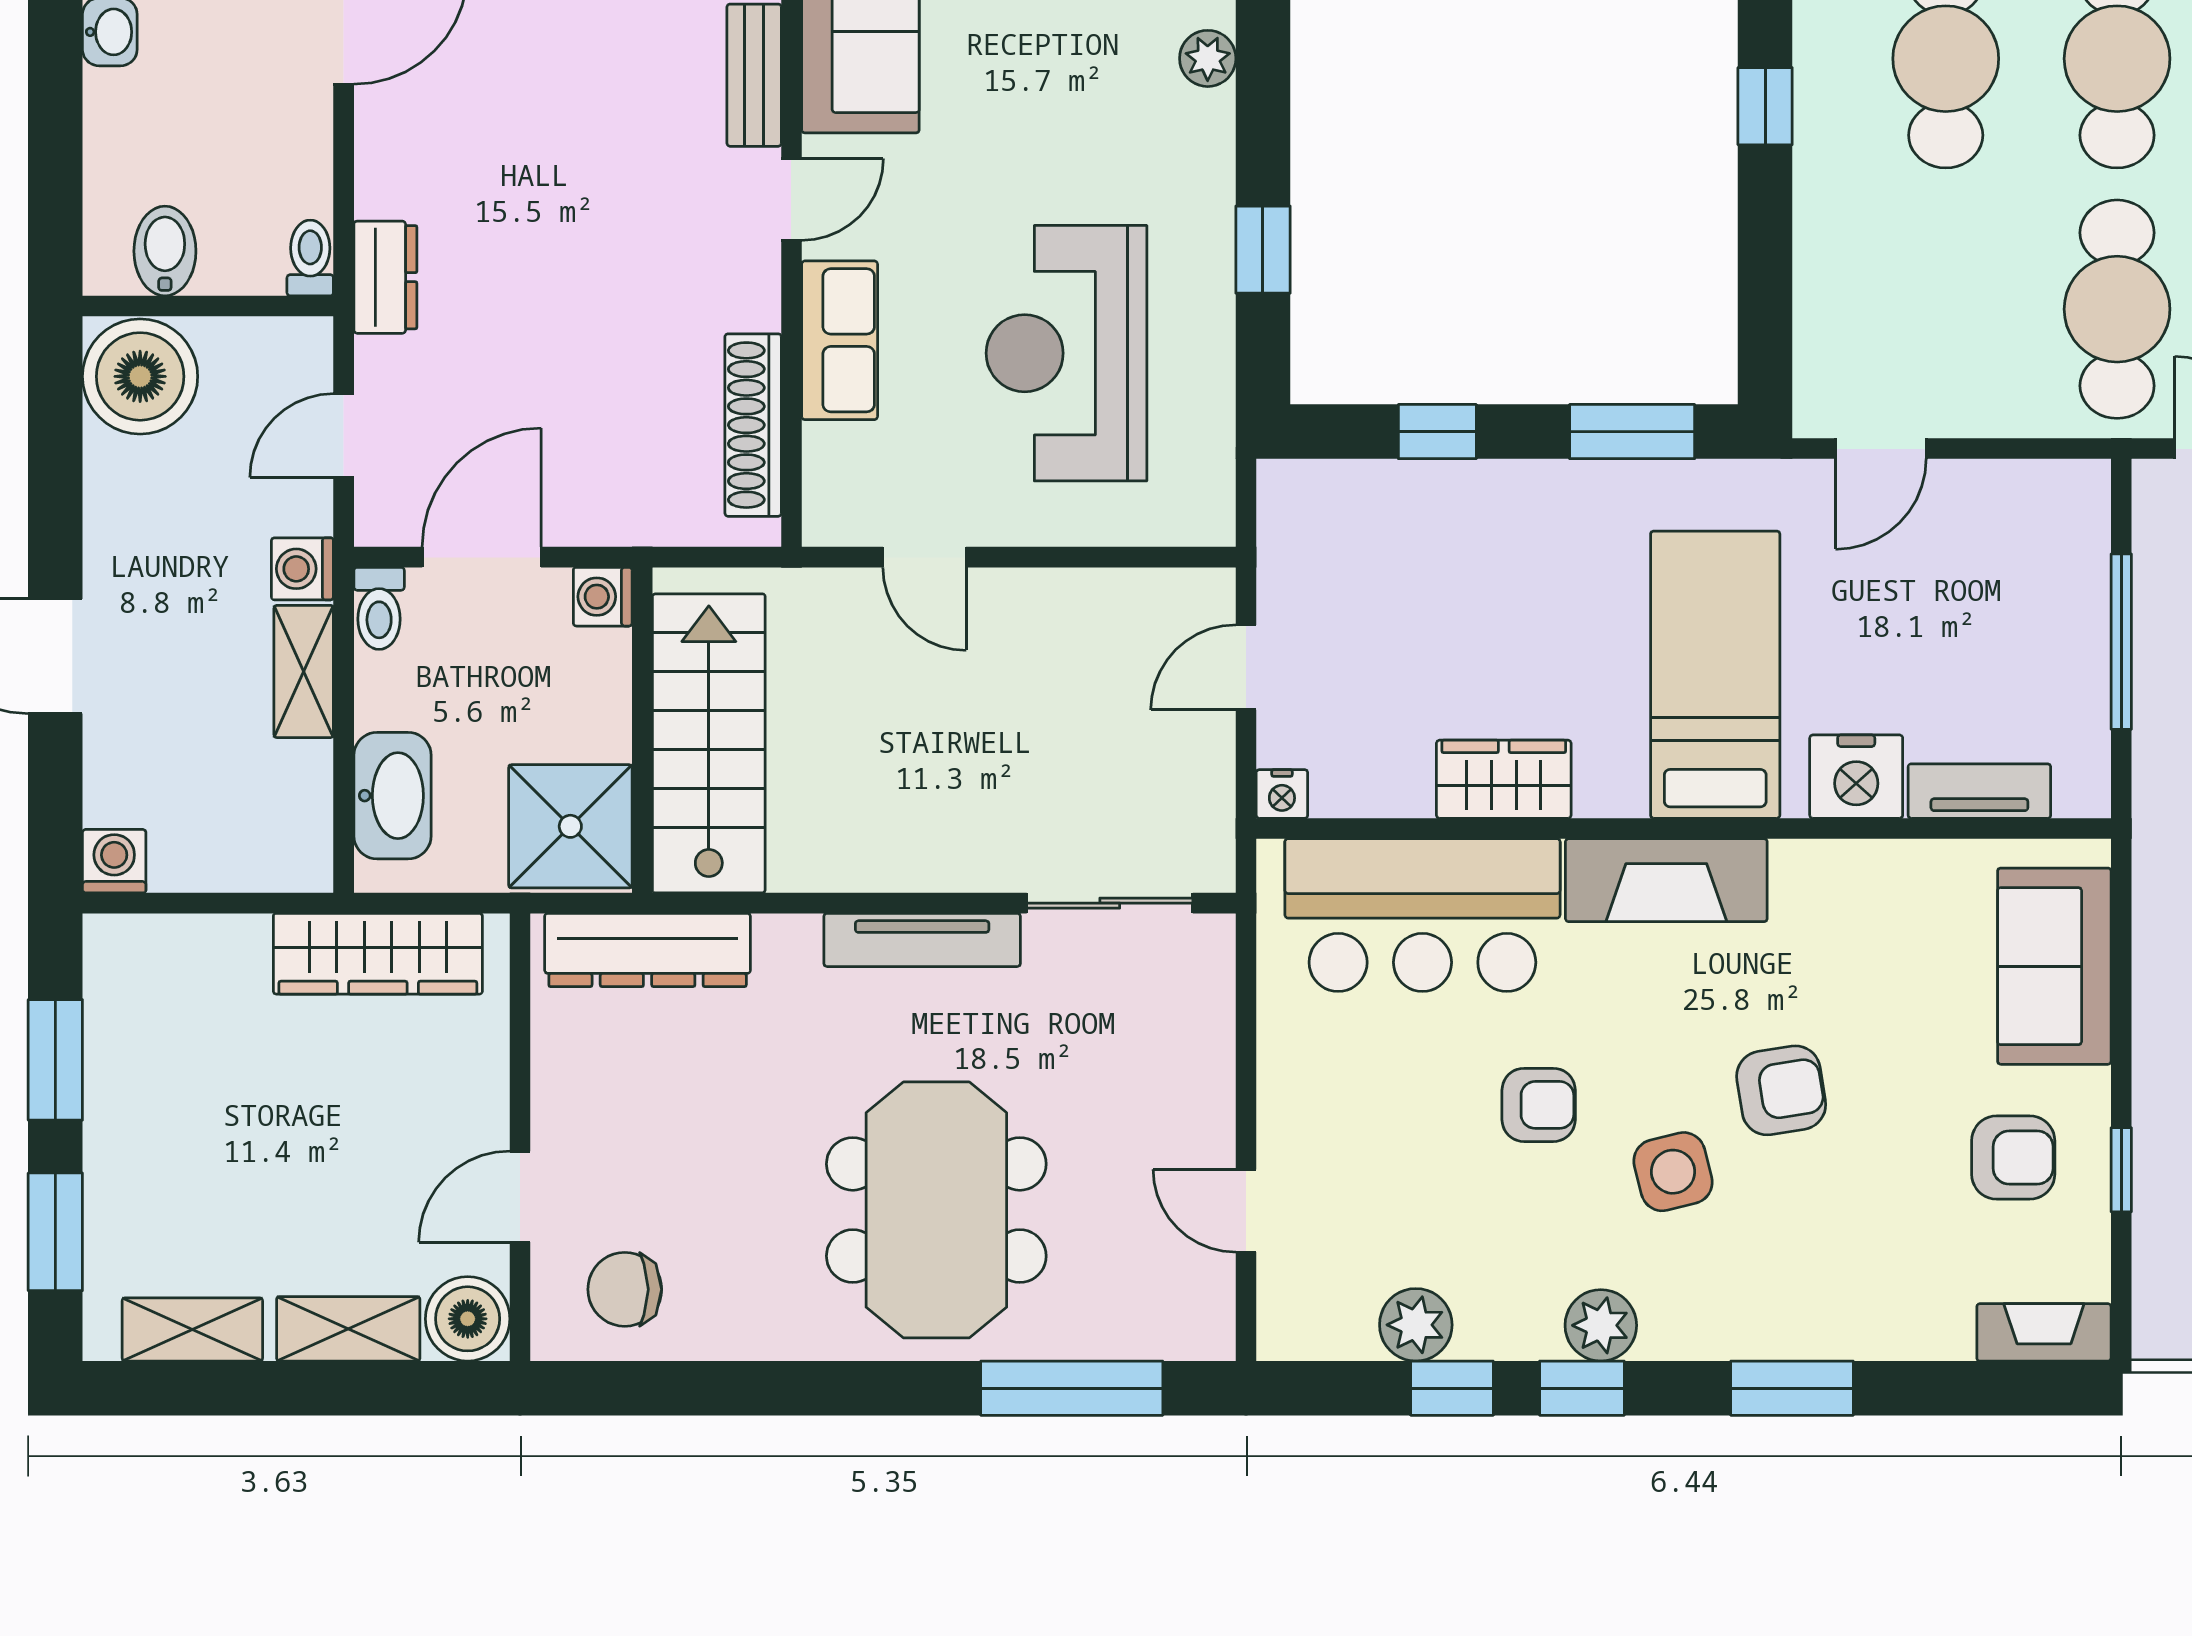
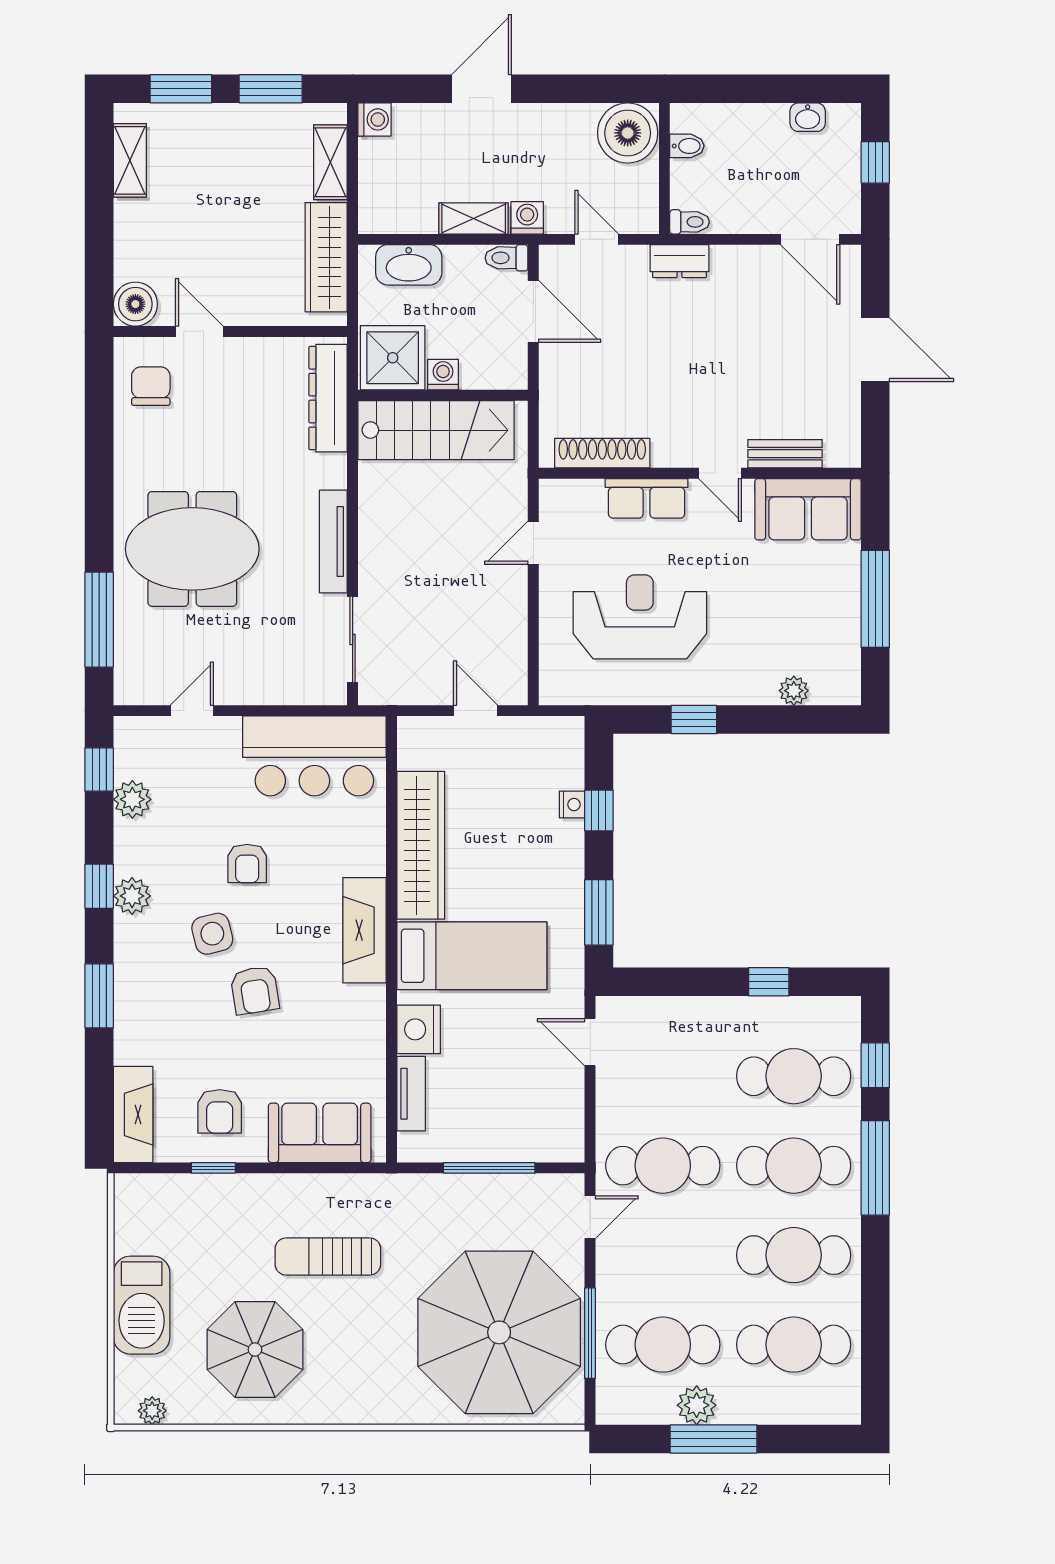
bidet: (165, 251) -> (687, 146), width x0.72, depth x0.74
washing machine: (603, 597) -> (443, 375), moved
wardrobe: (1504, 779) -> (421, 845), width x2.10, depth x1.17
nightstand: (1282, 794) -> (572, 804), moved, turned 180
bar counter: (1422, 915) -> (314, 756), moved, turned -90
shelving: (348, 1329) -> (330, 162), moved
fireplace: (2044, 1332) -> (133, 1115), width x1.37, depth x1.32
window: (1452, 1388) -> (99, 770), moved

